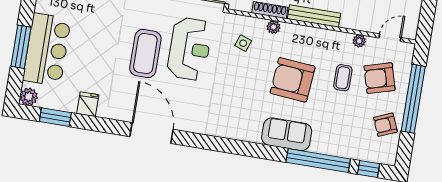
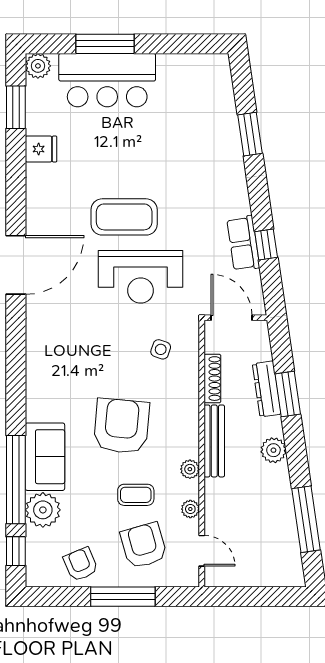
plant: (274, 27) -> (190, 469), moved
window: (413, 99) -> (123, 597), width x0.68
door: (151, 133) -> (16, 265), moved
sofa: (287, 134) -> (45, 457), moved
plant: (343, 145) -> (43, 510), added

